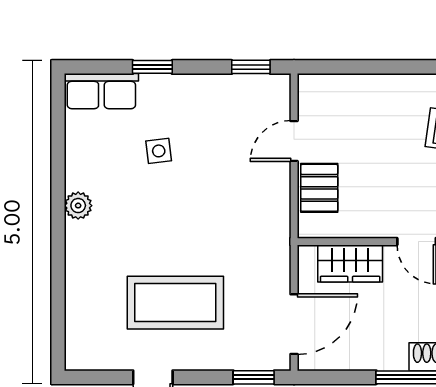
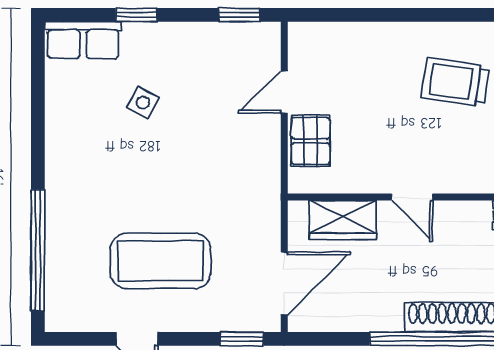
side table: (159, 151) -> (143, 103), turned 35
plant: (78, 206) -> (59, 159), removed
window: (58, 293) -> (38, 250), added

